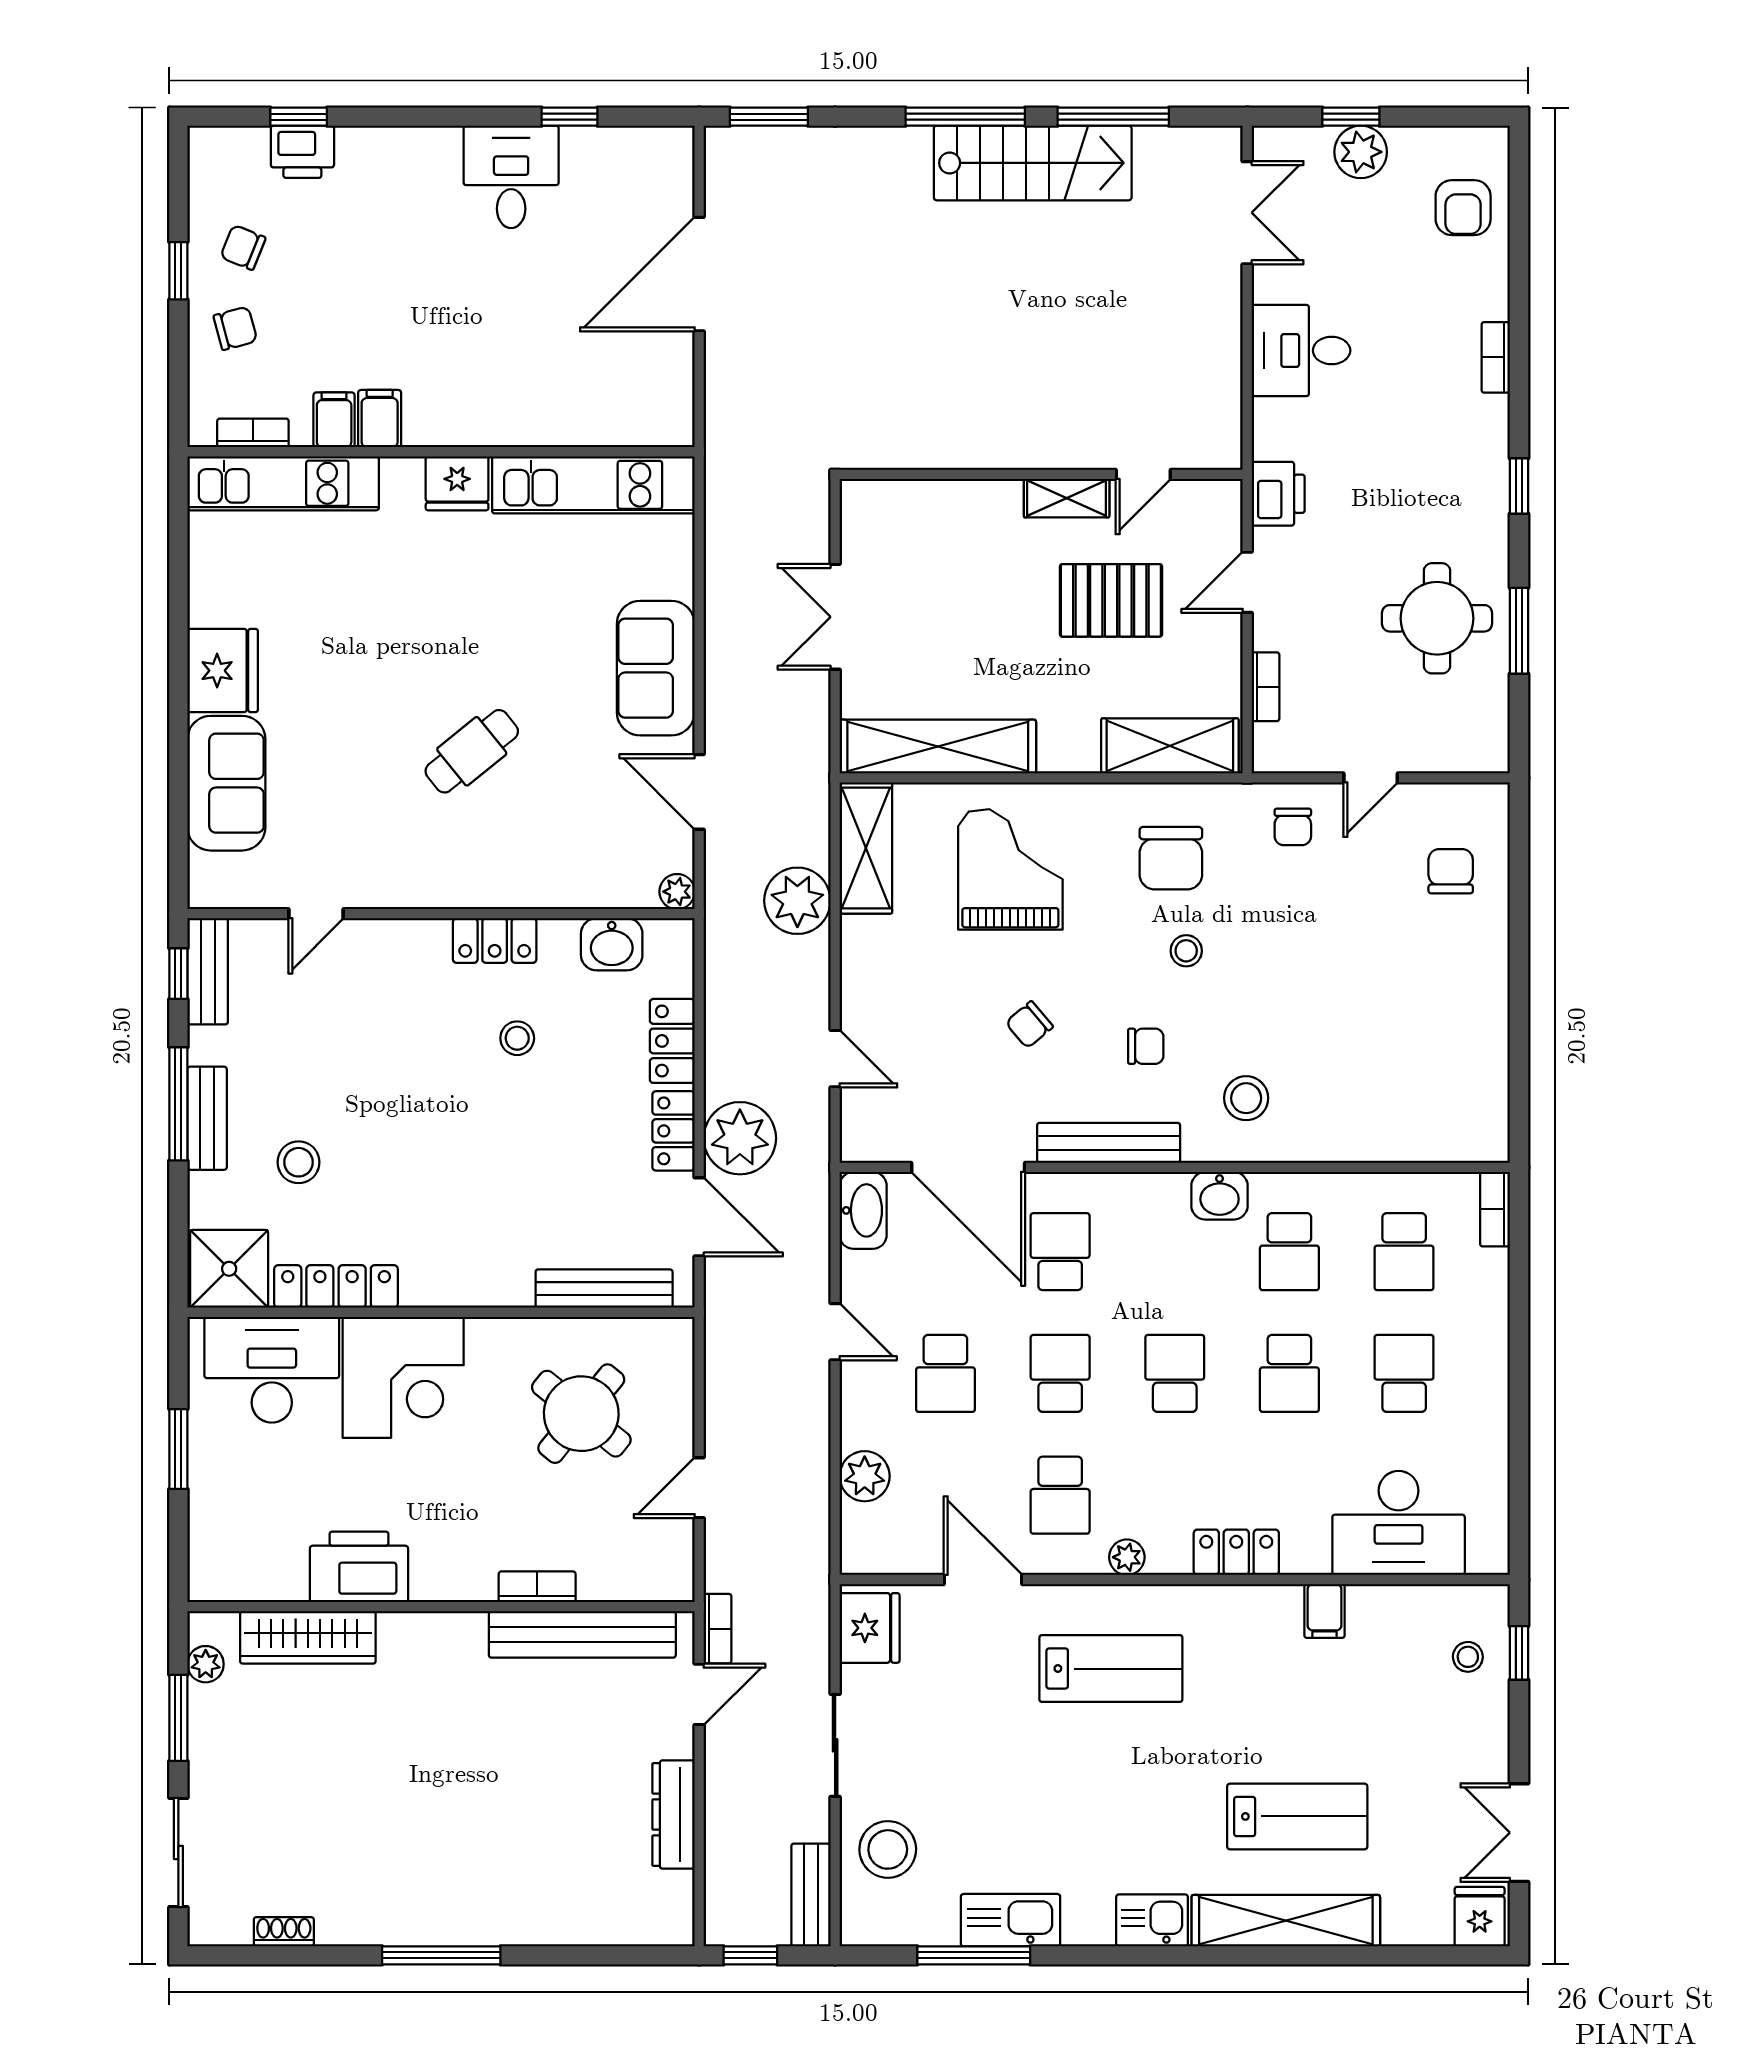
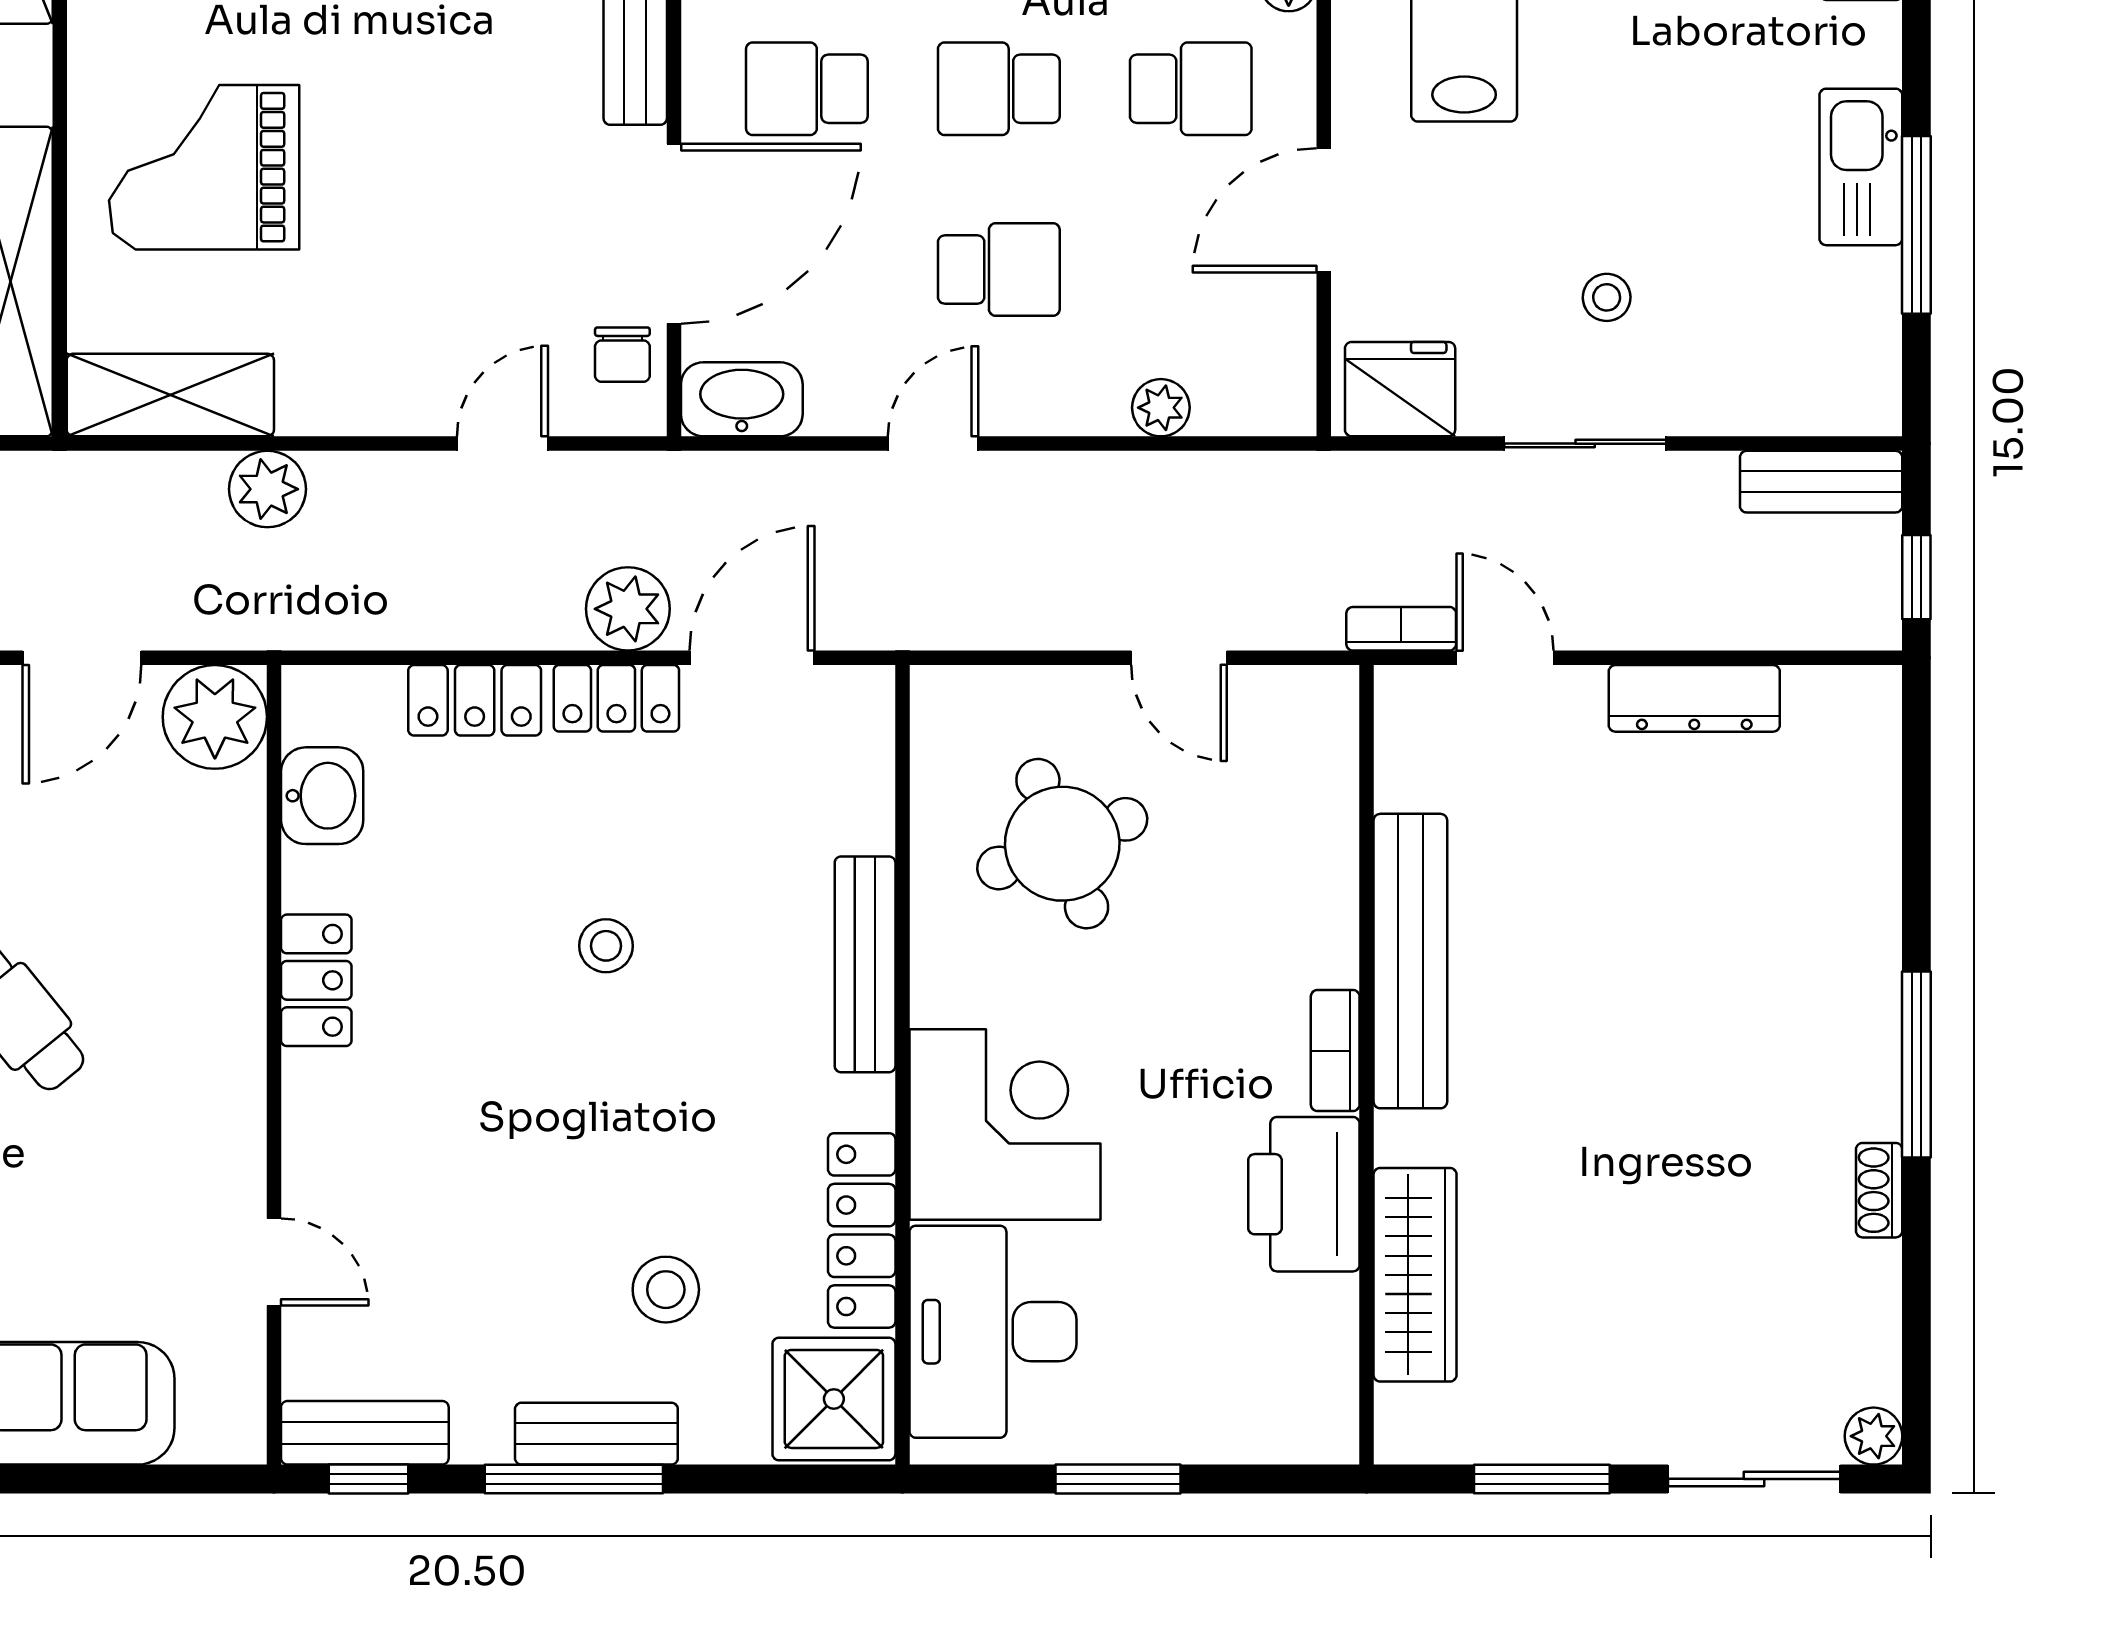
plant: (677, 892) -> (215, 717), width x1.88, depth x1.88
plant: (797, 901) -> (267, 489), width x0.73, depth x0.73
chair: (1029, 1025) -> (622, 355), moved, turned 40
stool: (517, 1038) -> (606, 946), moved
plant: (740, 1138) -> (628, 609), width x0.73, depth x0.73
bench: (604, 1289) -> (865, 964), moved
round table: (581, 1414) -> (1062, 844), turned 30
plant: (865, 1476) -> (1161, 408), width x0.73, depth x0.73
bookcase: (537, 1587) -> (1335, 1051), moved
bench: (582, 1634) -> (1410, 961), moved
plant: (206, 1664) -> (1874, 1436), moved
stool: (888, 1849) -> (1607, 297), moved, width x0.53, depth x0.53
shoe rack: (284, 1932) -> (1879, 1190), moved

